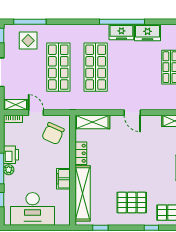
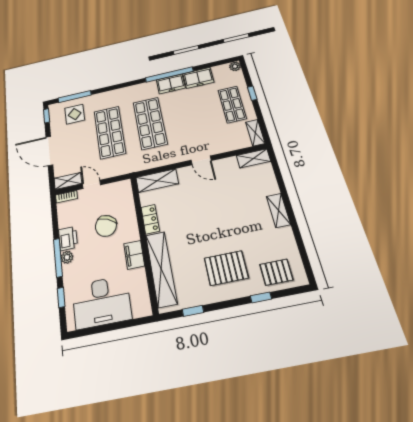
chair: (53, 134) -> (106, 226), moved

